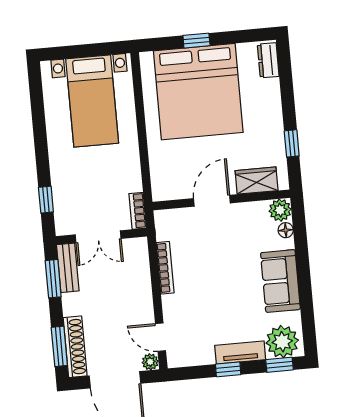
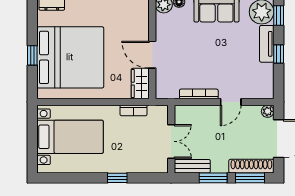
wardrobe: (257, 181) -> (140, 84), moved
window: (46, 200) -> (117, 178), moved
bookcase: (138, 211) -> (134, 111), moved
window: (53, 279) -> (213, 178), moved
door: (161, 337) -> (231, 102), moved

